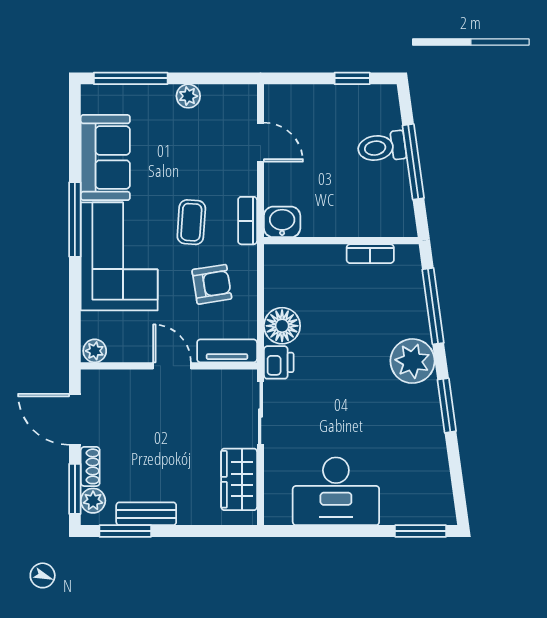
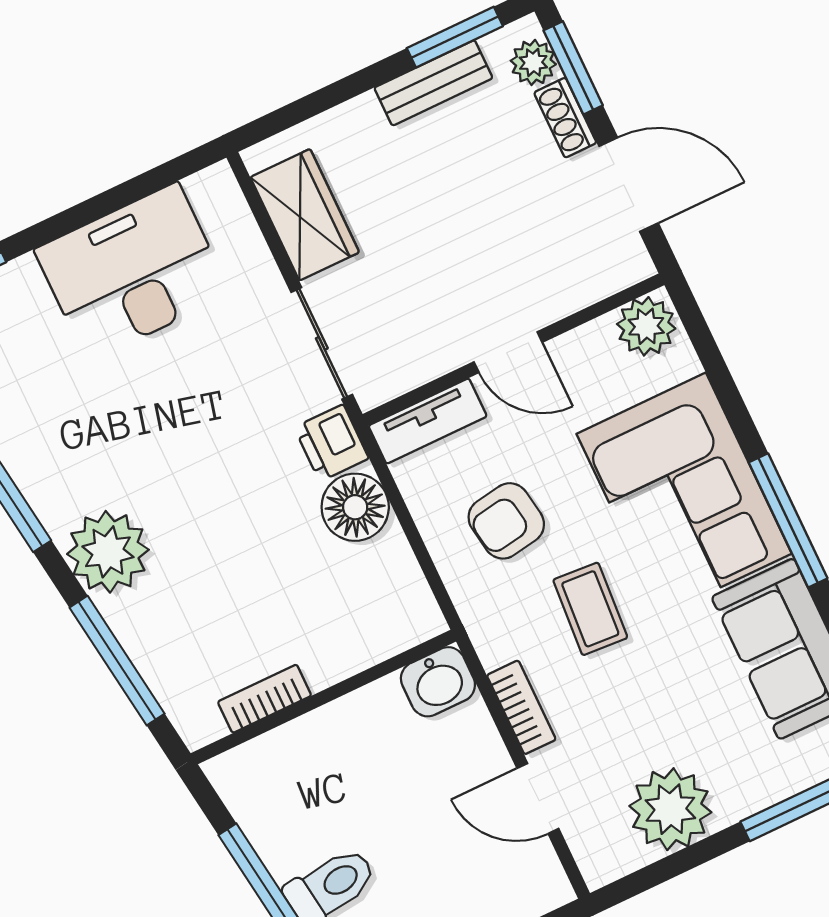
plant: (188, 96) -> (670, 809), width x1.88, depth x1.88
bookcase: (248, 221) -> (521, 707), moved
plant: (95, 351) -> (646, 326), width x1.38, depth x1.38

